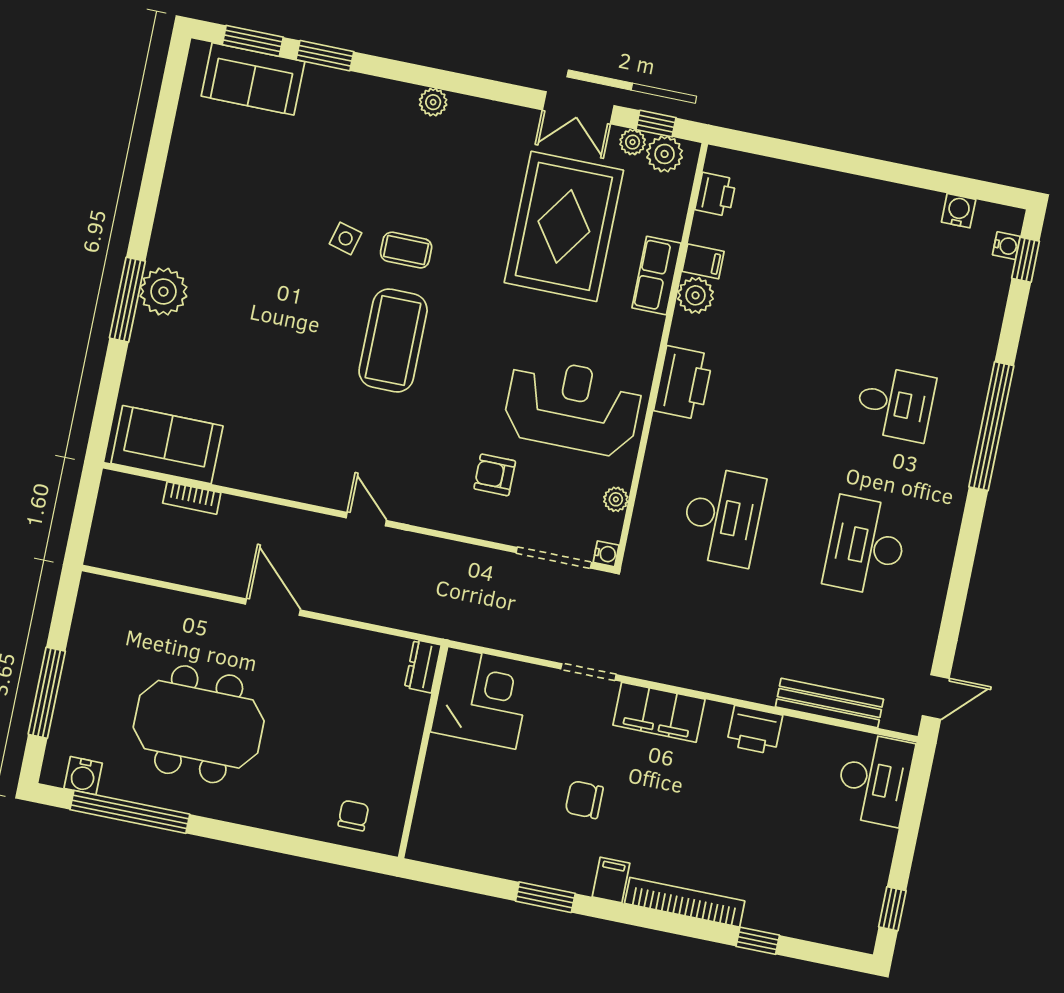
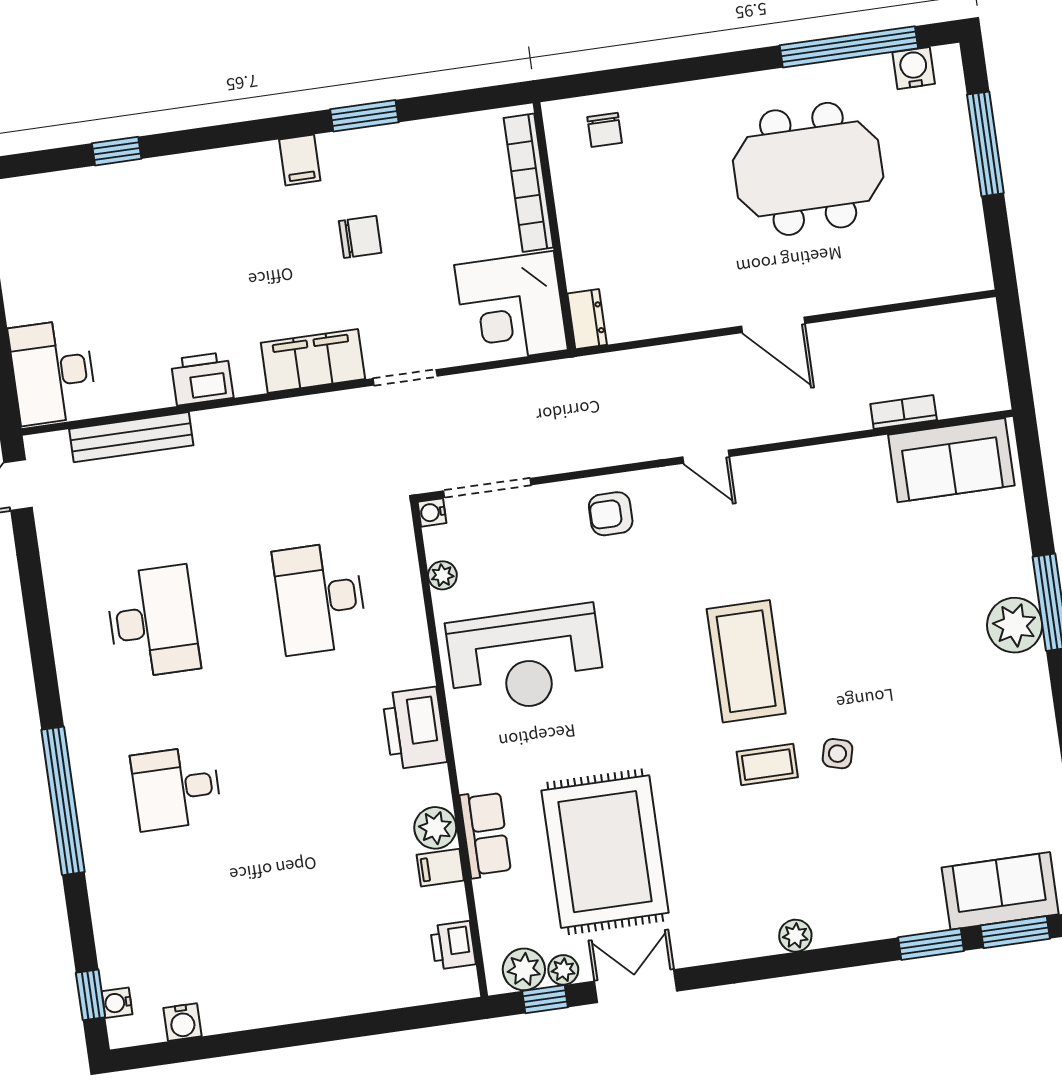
armchair: (495, 475) -> (611, 514), moved, turned 180
bookcase: (685, 902) -> (529, 183), moved, turned 90

